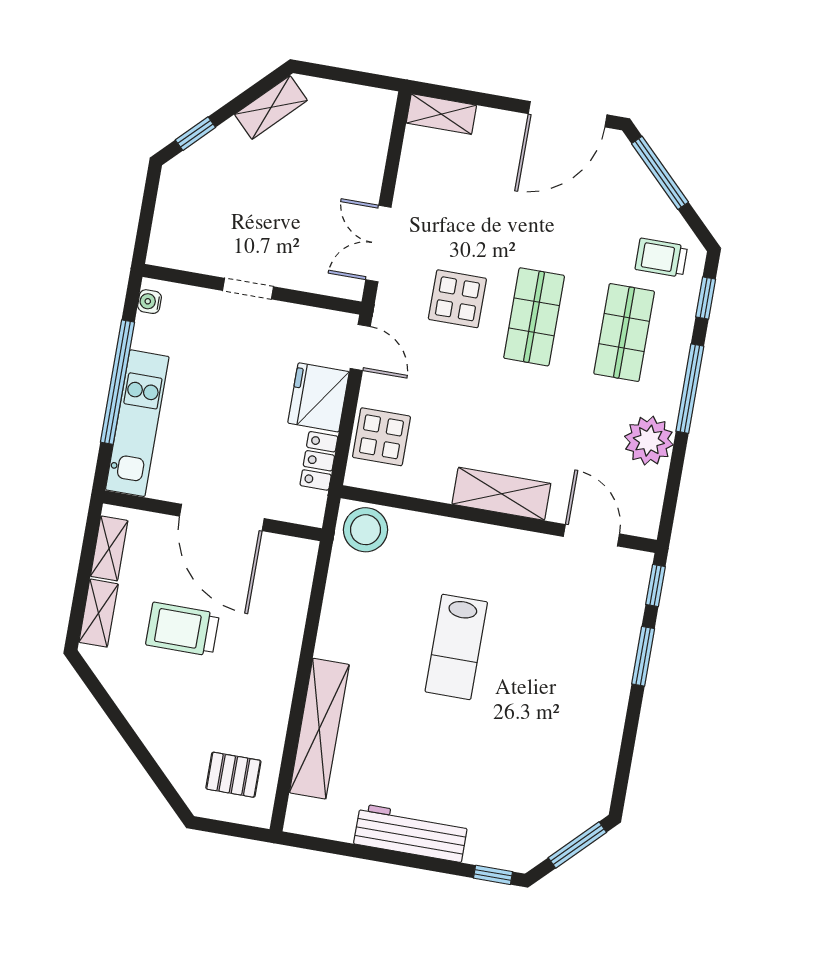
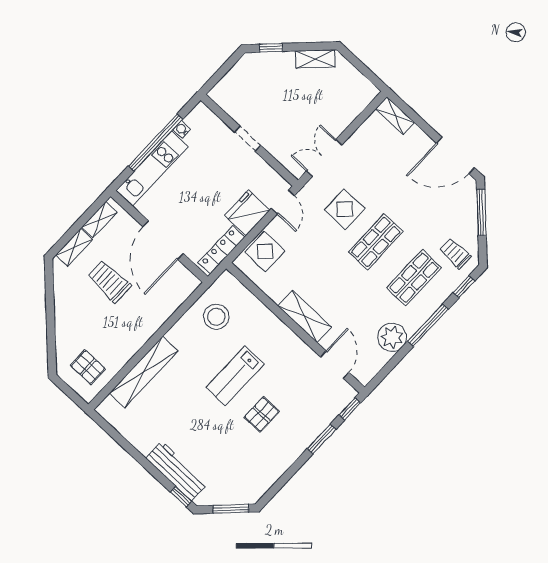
water cooler: (149, 302) -> (182, 129), moved
locker: (319, 461) -> (221, 250), width x1.53
stool: (366, 530) -> (216, 317), moved
pallet: (532, 678) -> (262, 414), added
workbench: (411, 833) -> (176, 471), moved

